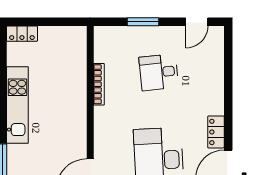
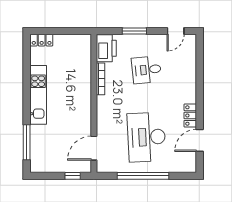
printer: (106, 44) -> (106, 48), added

